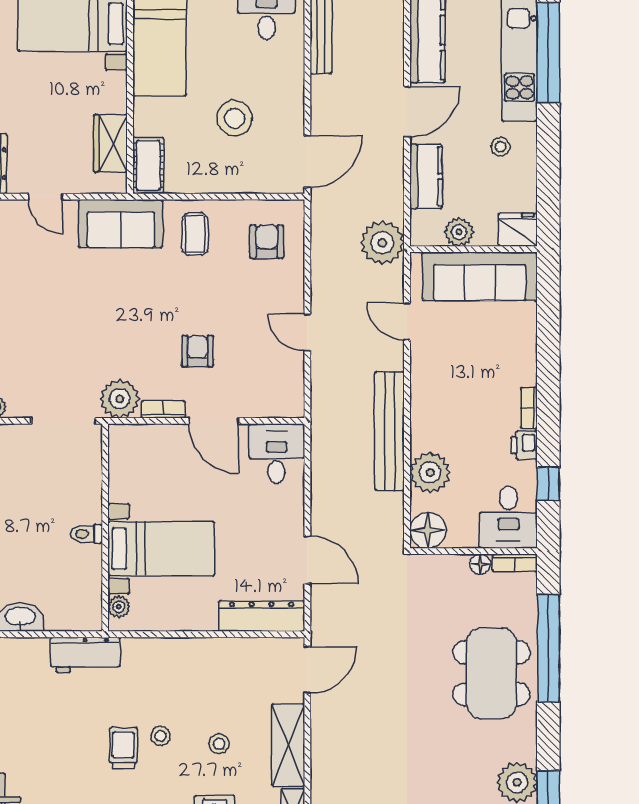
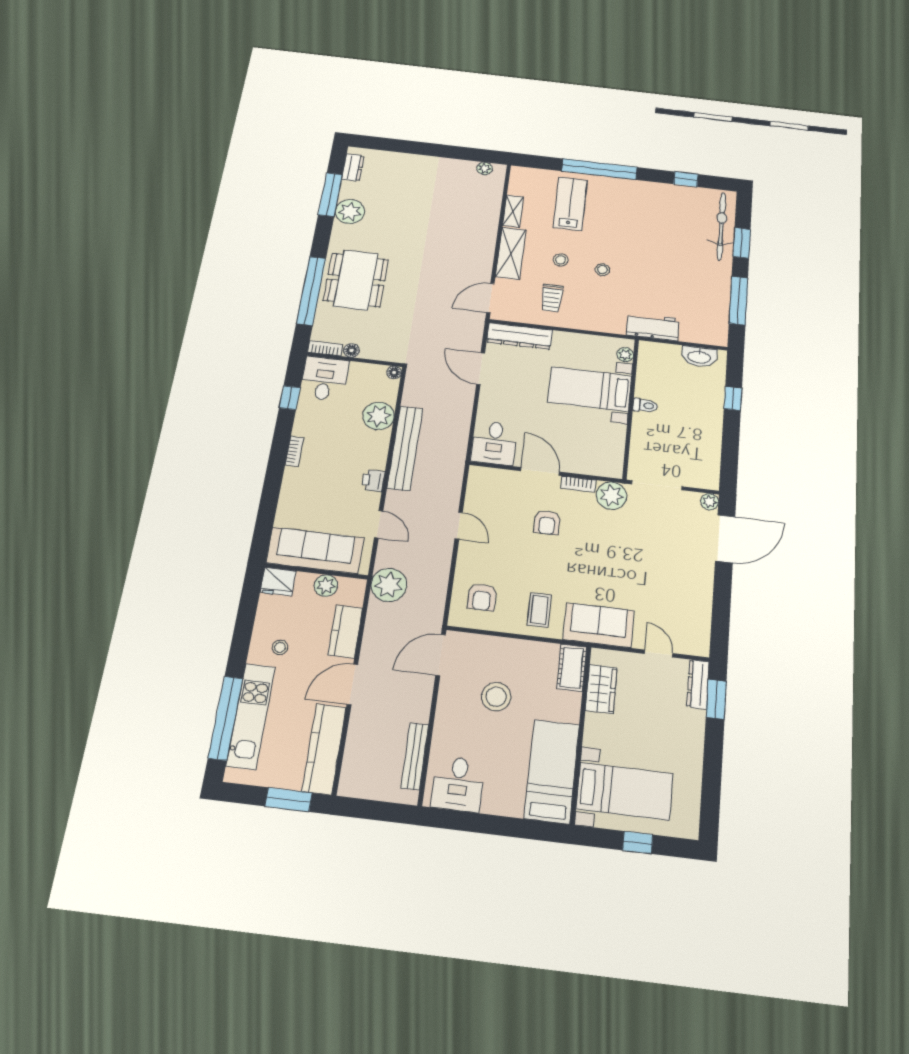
printer: (524, 445) -> (373, 480), moved, turned 180
floor lamp: (428, 530) -> (394, 373), width x0.53, depth x0.53
trolley: (123, 748) -> (552, 298), moved

